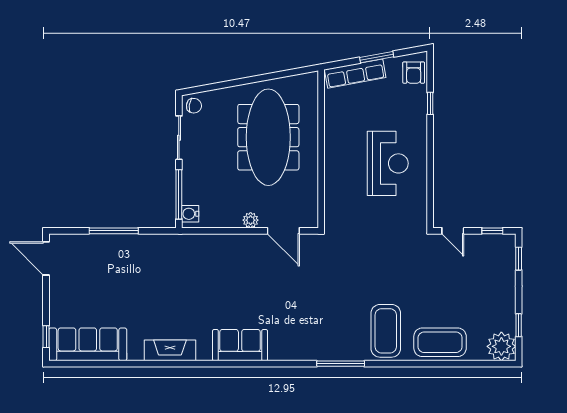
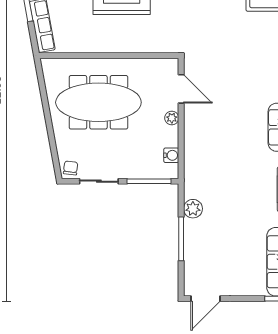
water cooler: (190, 214) -> (171, 155), moved, turned -90
door: (283, 231) -> (181, 89), hinge flipped
plant: (148, 244) -> (193, 209), added

